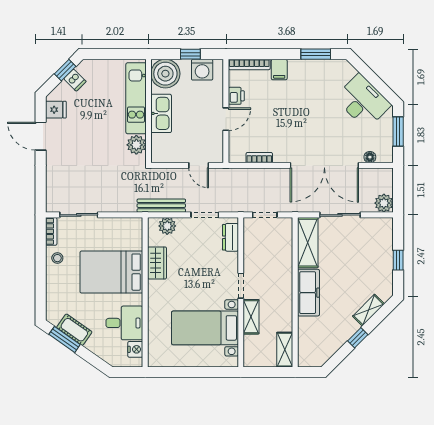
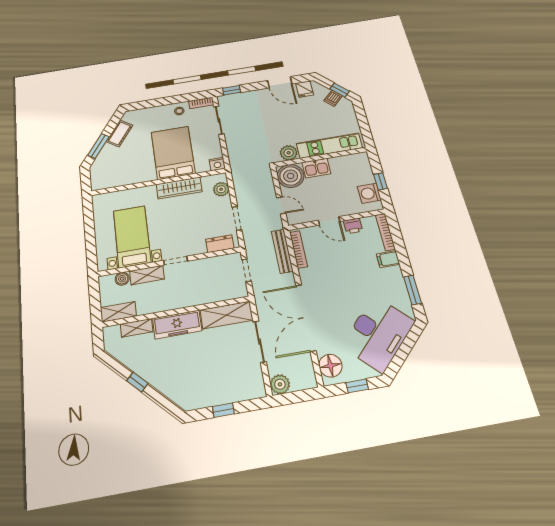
boiler: (165, 74) -> (291, 176), moved
desk: (363, 101) -> (378, 334), width x1.36, depth x1.30
kitchen sink: (161, 113) -> (316, 168), width x0.73
window: (398, 131) -> (357, 386), width x0.67
door: (41, 136) -> (280, 82), swing flipped
floor lamp: (370, 157) -> (330, 366), width x1.89, depth x1.89
bookcase: (259, 158) -> (298, 249), width x1.56
door: (199, 165) -> (281, 205), swing flipped
window: (41, 194) -> (232, 90), added
bench: (161, 206) -> (282, 251), moved
wardrobe: (157, 263) -> (179, 188), width x1.50
shelving: (368, 310) -> (137, 328), moved, turned -45
desk: (124, 323) -> (129, 170), removed
window: (65, 339) -> (98, 146), moved
boiler: (250, 343) -> (122, 279), added
nightstand: (135, 349) -> (217, 164), moved

